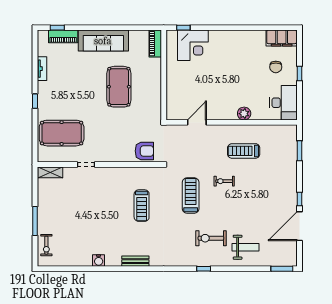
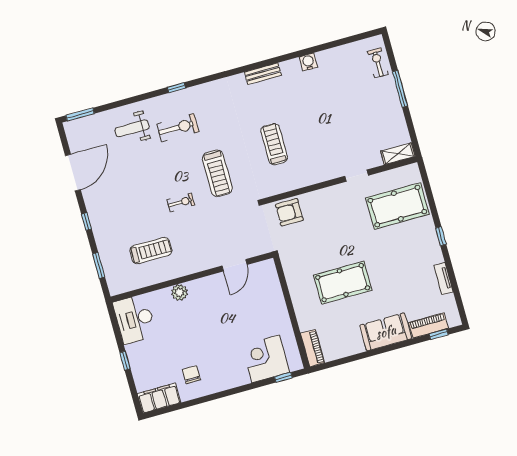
sofa: (103, 41) -> (386, 332), width x0.73
chair: (276, 67) -> (191, 375), moved
pool table: (119, 87) -> (343, 283), turned 90
treadmill: (244, 151) -> (151, 251), moved
window: (299, 199) -> (86, 222), moved

